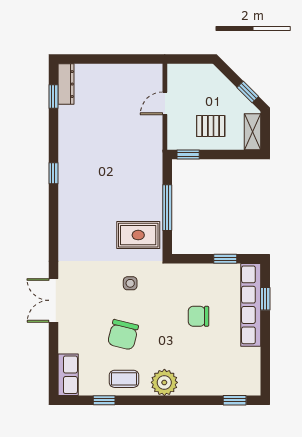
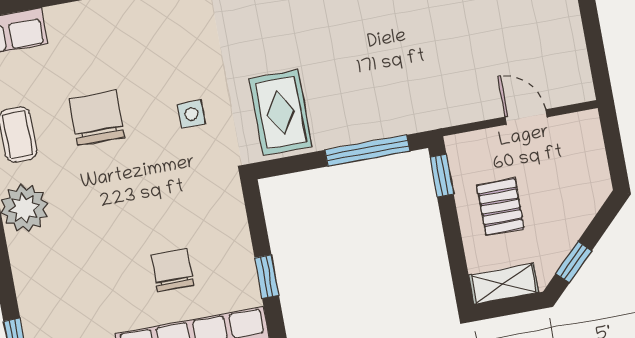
window: (167, 208) -> (367, 151), moved
chair: (198, 316) -> (172, 270), moved
chair: (123, 335) -> (97, 118), turned 76

